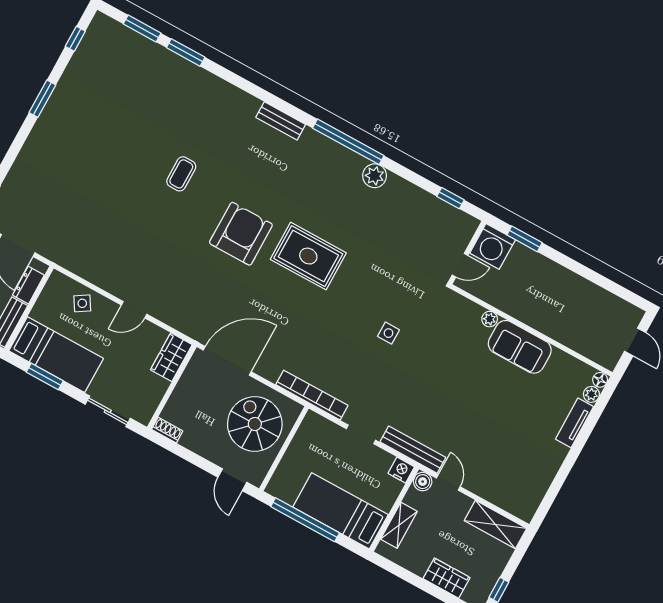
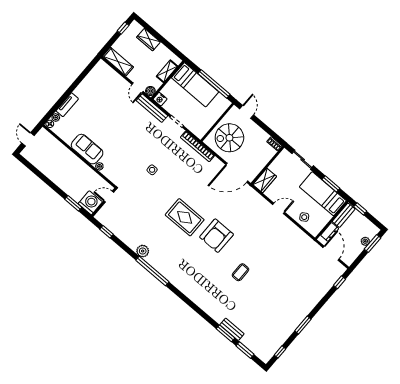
bench: (281, 121) -> (232, 329), moved
spiral stairs: (255, 424) -> (229, 138), turned 90

